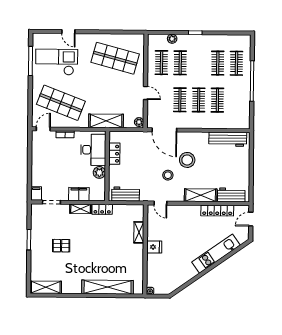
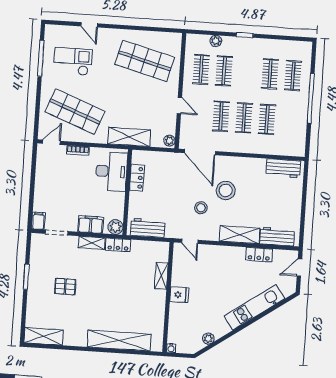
checkout: (57, 62) -> (73, 61), width x0.73, depth x0.83
workbench: (228, 139) -> (283, 168), width x0.73
plant: (99, 172) -> (115, 227), moved
locker: (217, 211) -> (259, 255), width x0.66
plant: (180, 281) -> (208, 339), added

